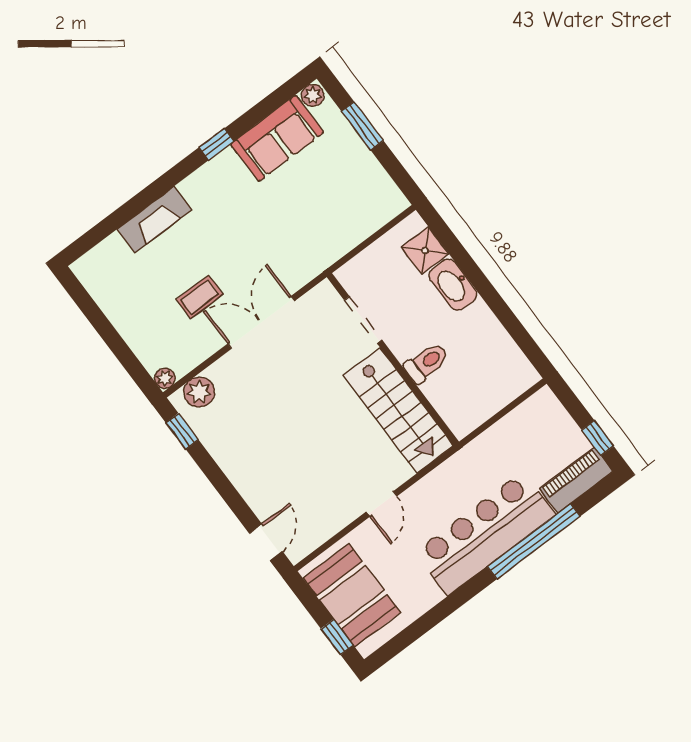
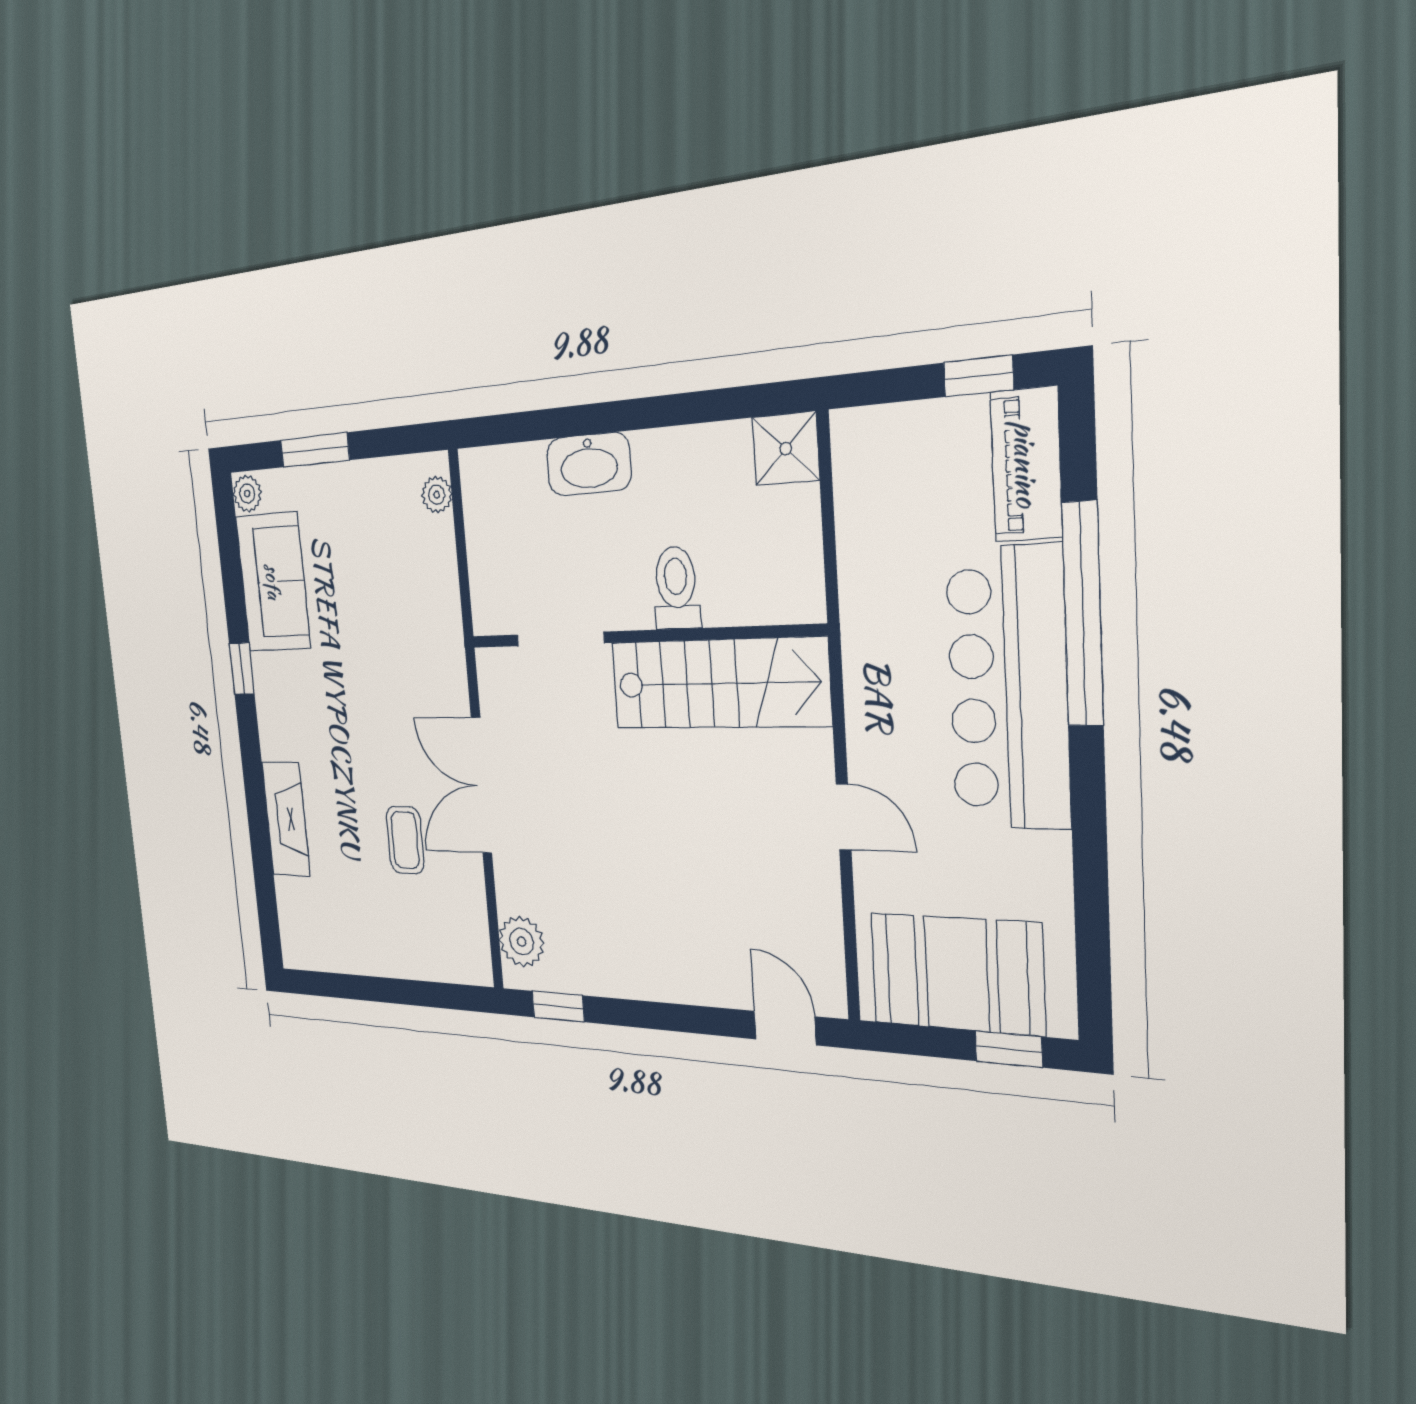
shower: (425, 250) -> (786, 449), moved
plant: (165, 378) -> (437, 495), moved

